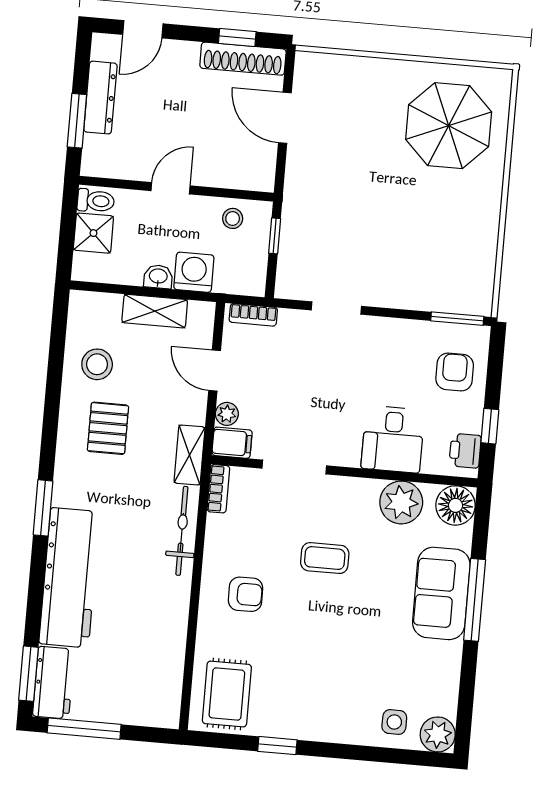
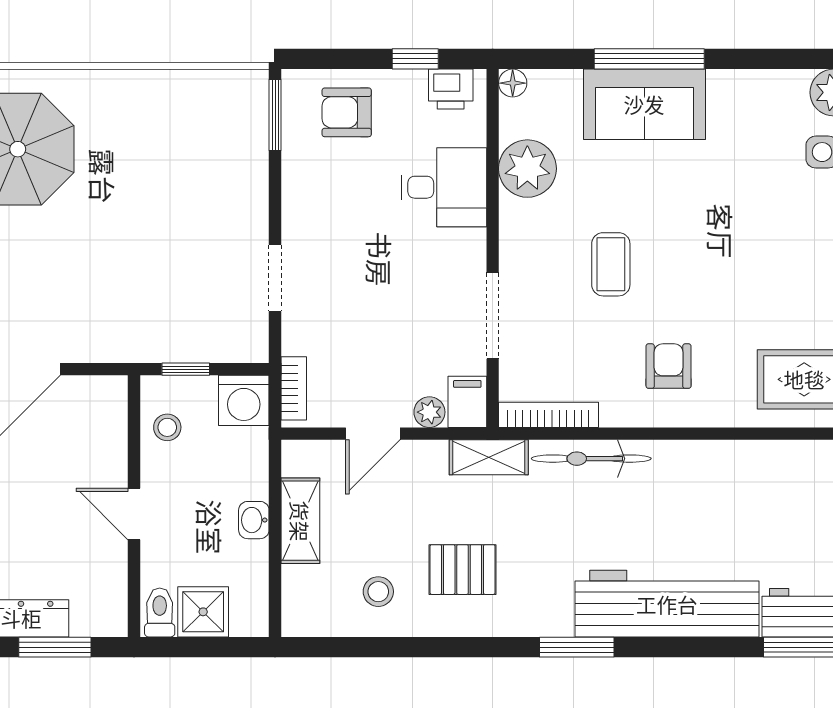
washing machine: (194, 272) -> (244, 400), moved, turned -90
stool: (97, 364) -> (378, 592), width x0.73, depth x0.73
bookcase: (218, 489) -> (548, 415), width x1.56
floor lamp: (456, 505) -> (513, 83), width x0.53, depth x0.53

